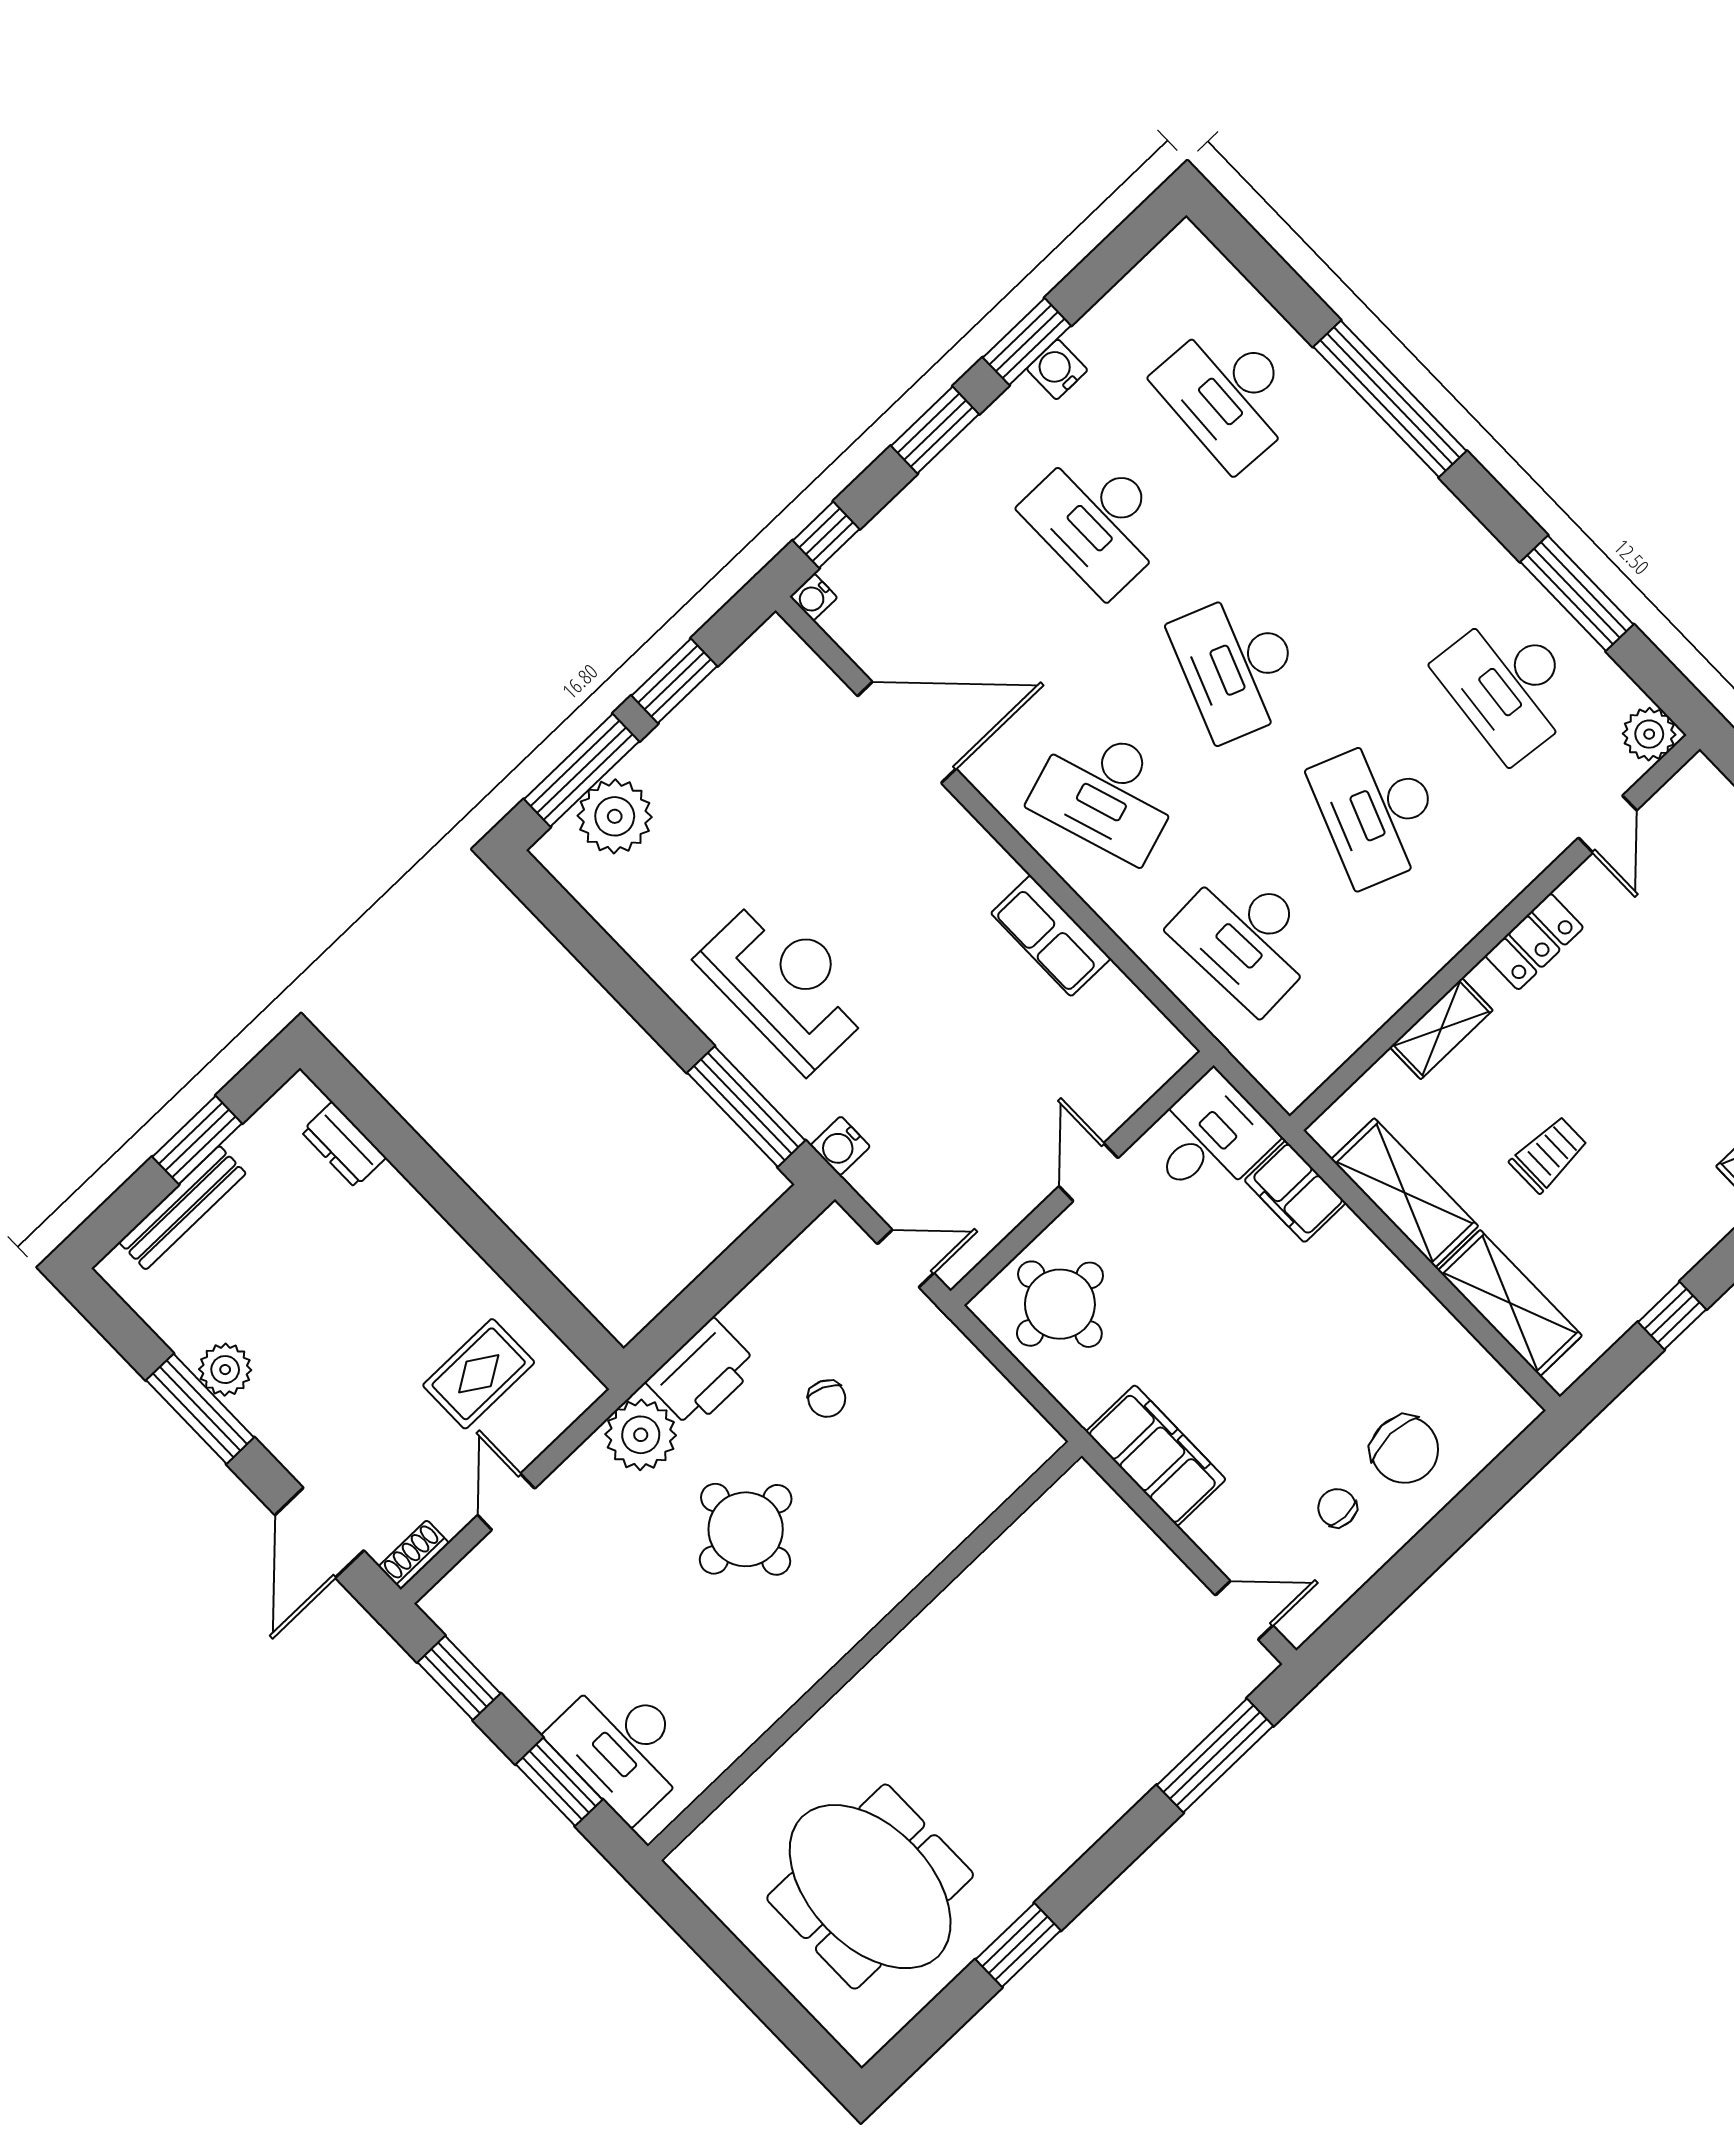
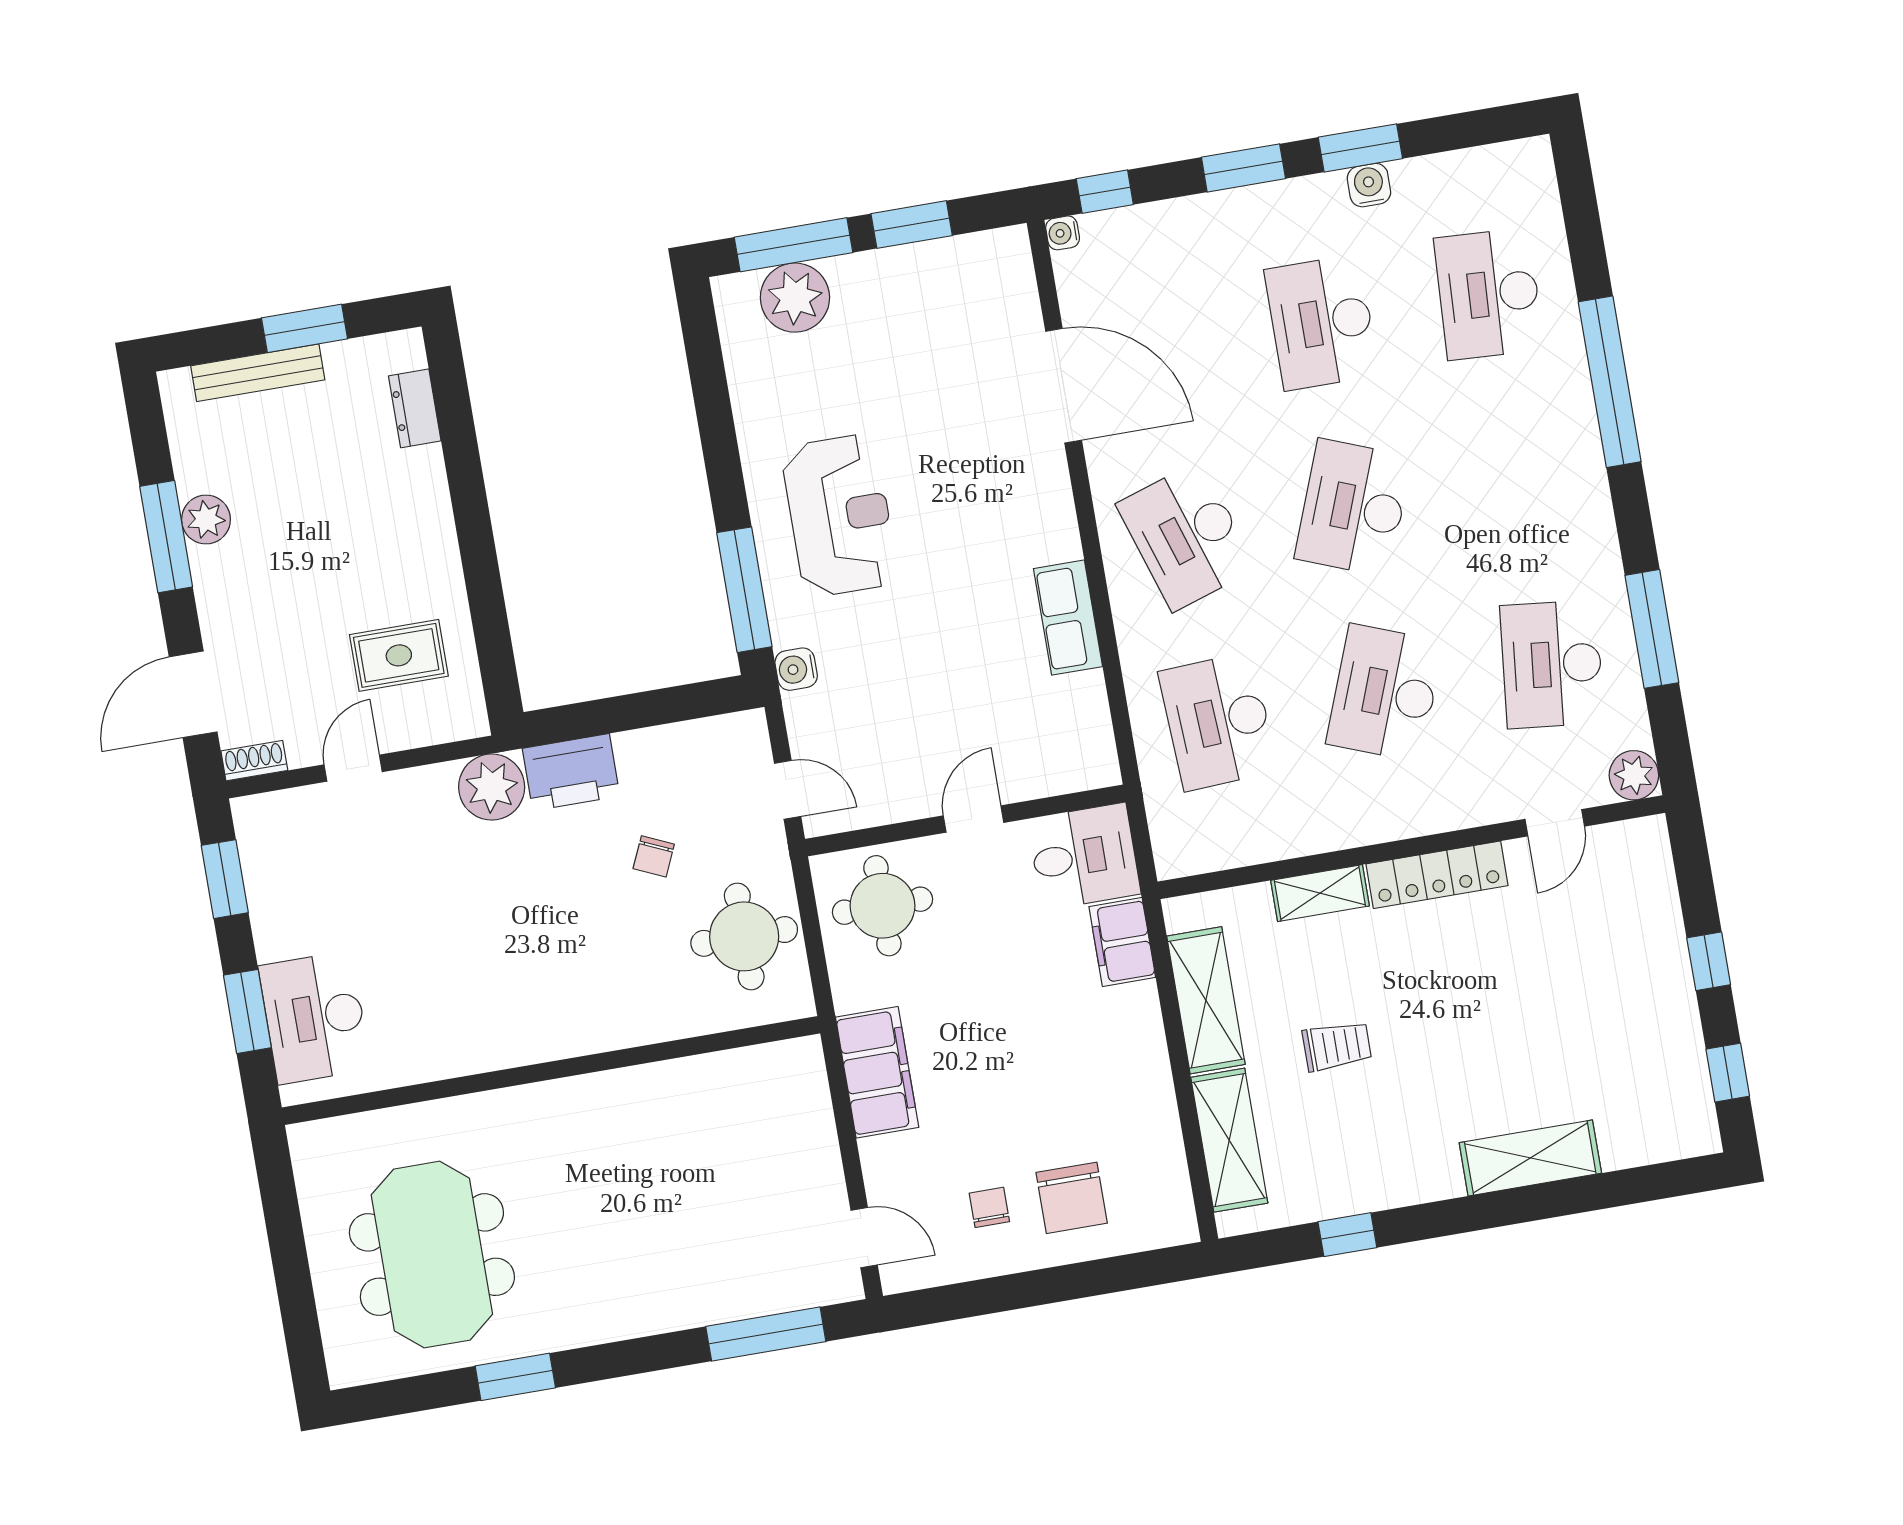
locker: (1534, 942) -> (1437, 875), width x1.53
round table: (746, 1529) -> (744, 936), moved

